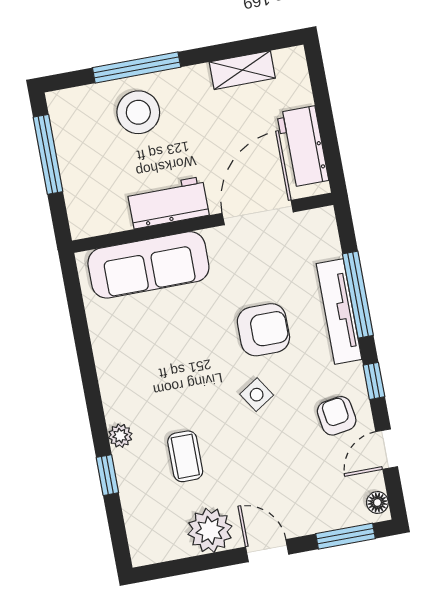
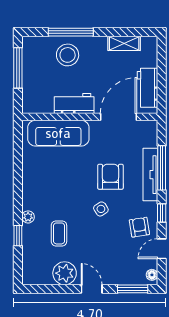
armchair: (263, 330) -> (110, 177), turned -90

